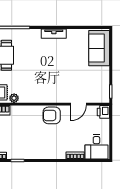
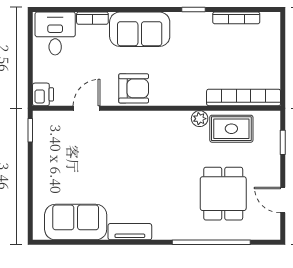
sofa: (99, 48) -> (76, 222), moved, turned -90
sofa: (48, 149) -> (140, 29), added

